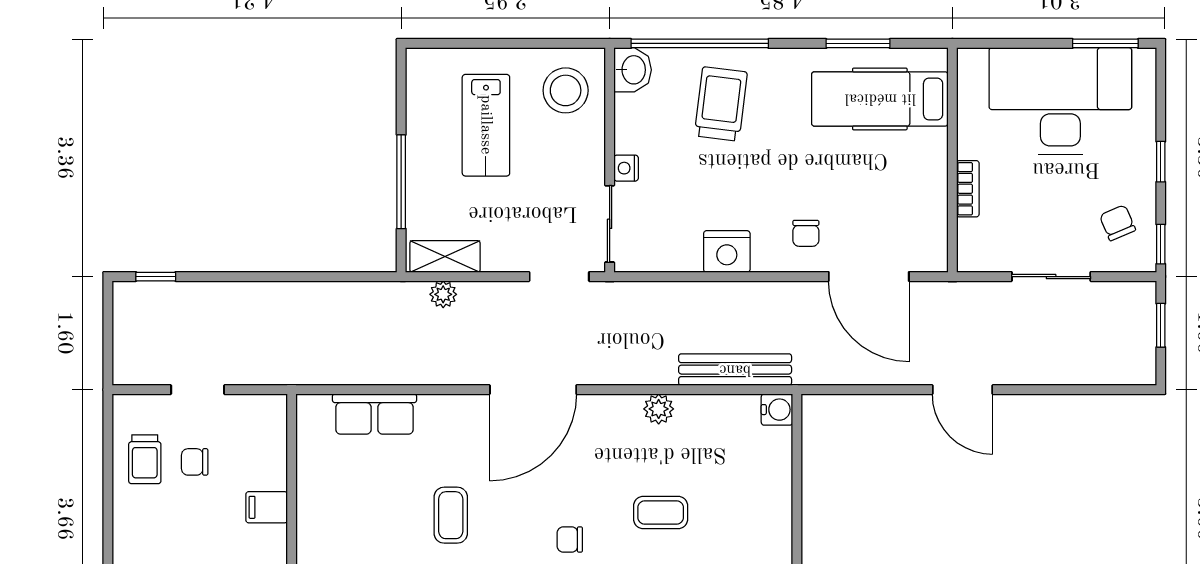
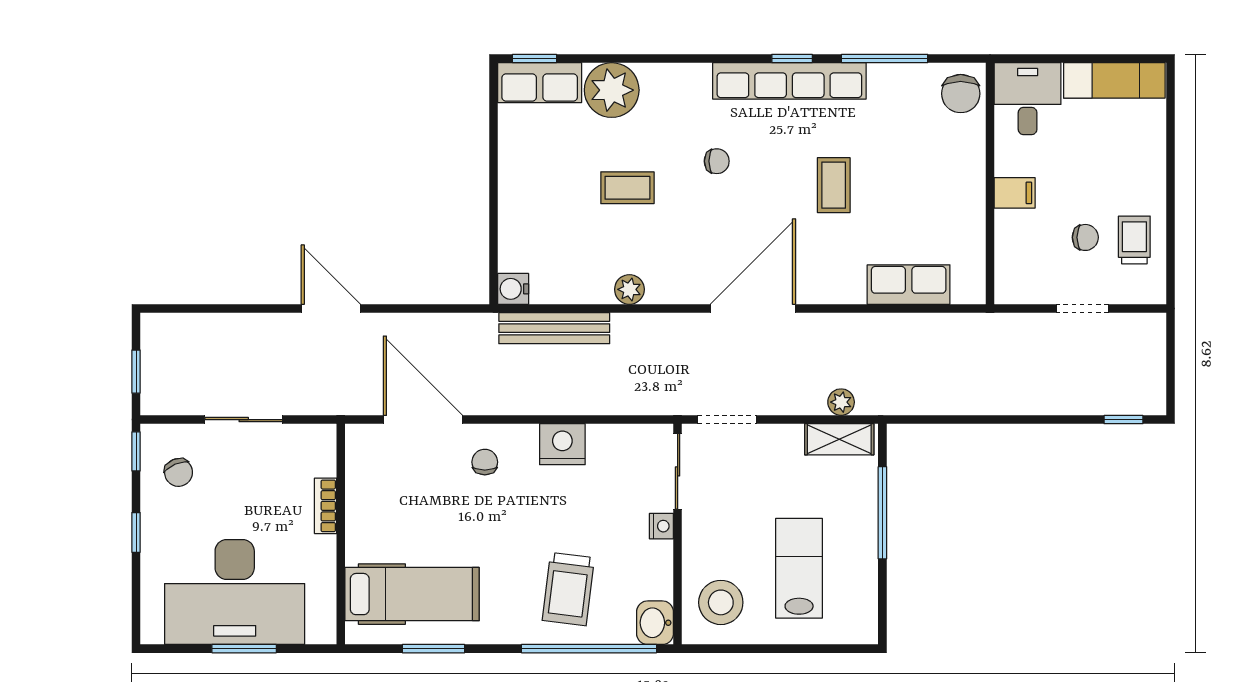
window: (1105, 43) -> (244, 649), moved

